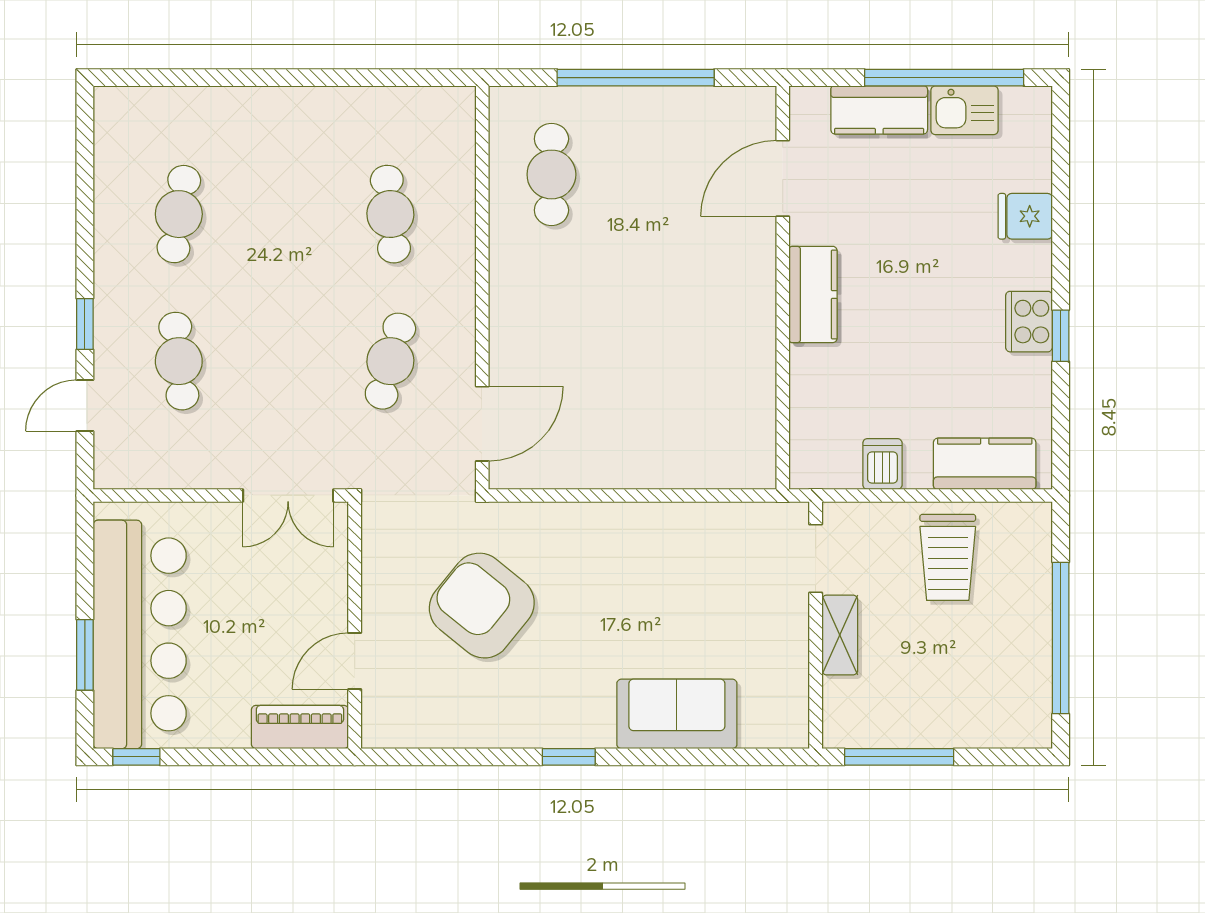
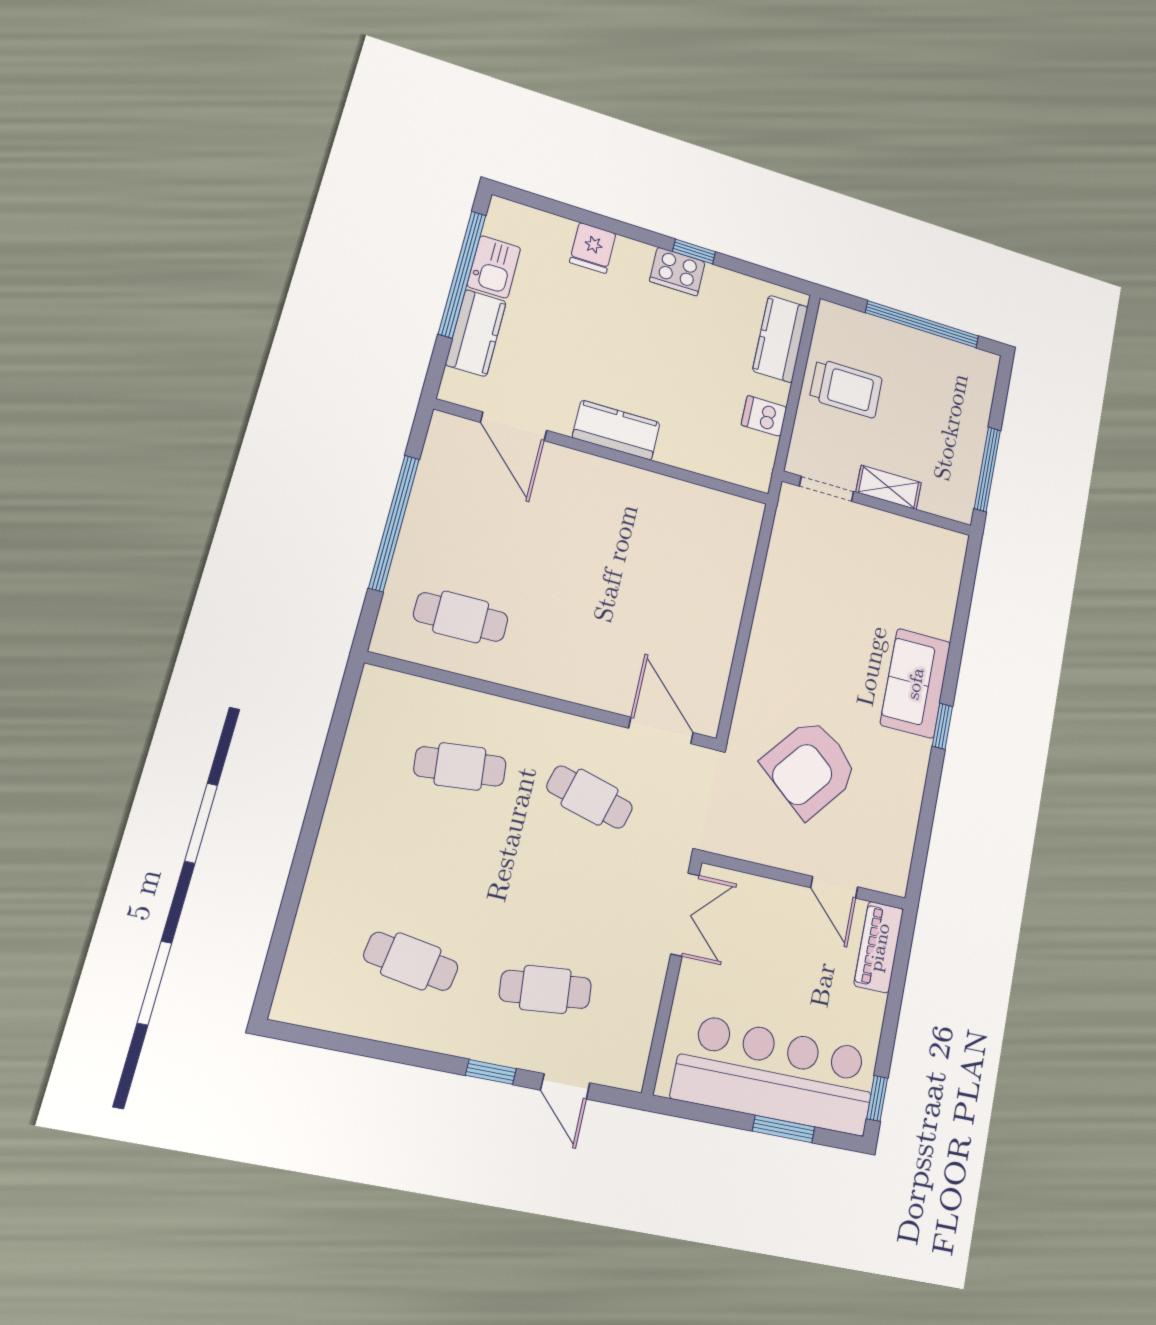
sofa: (677, 714) -> (915, 683), moved

